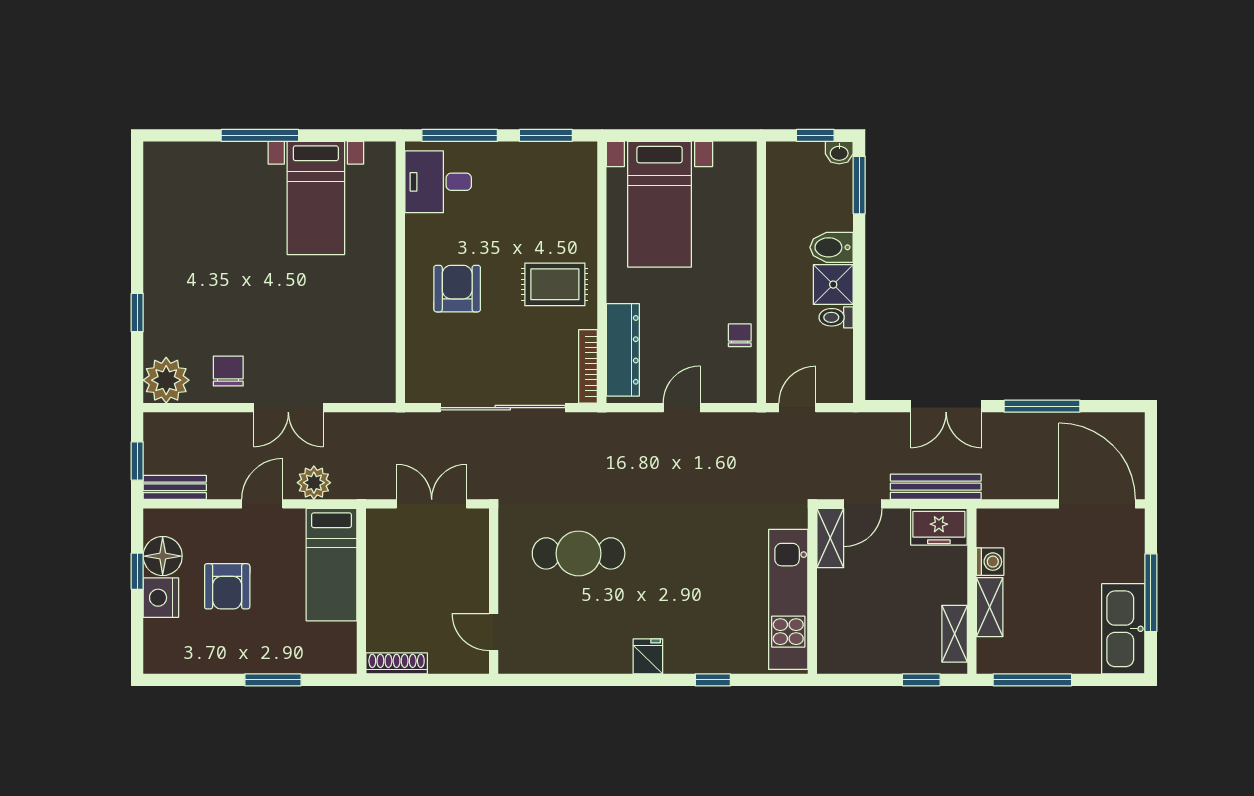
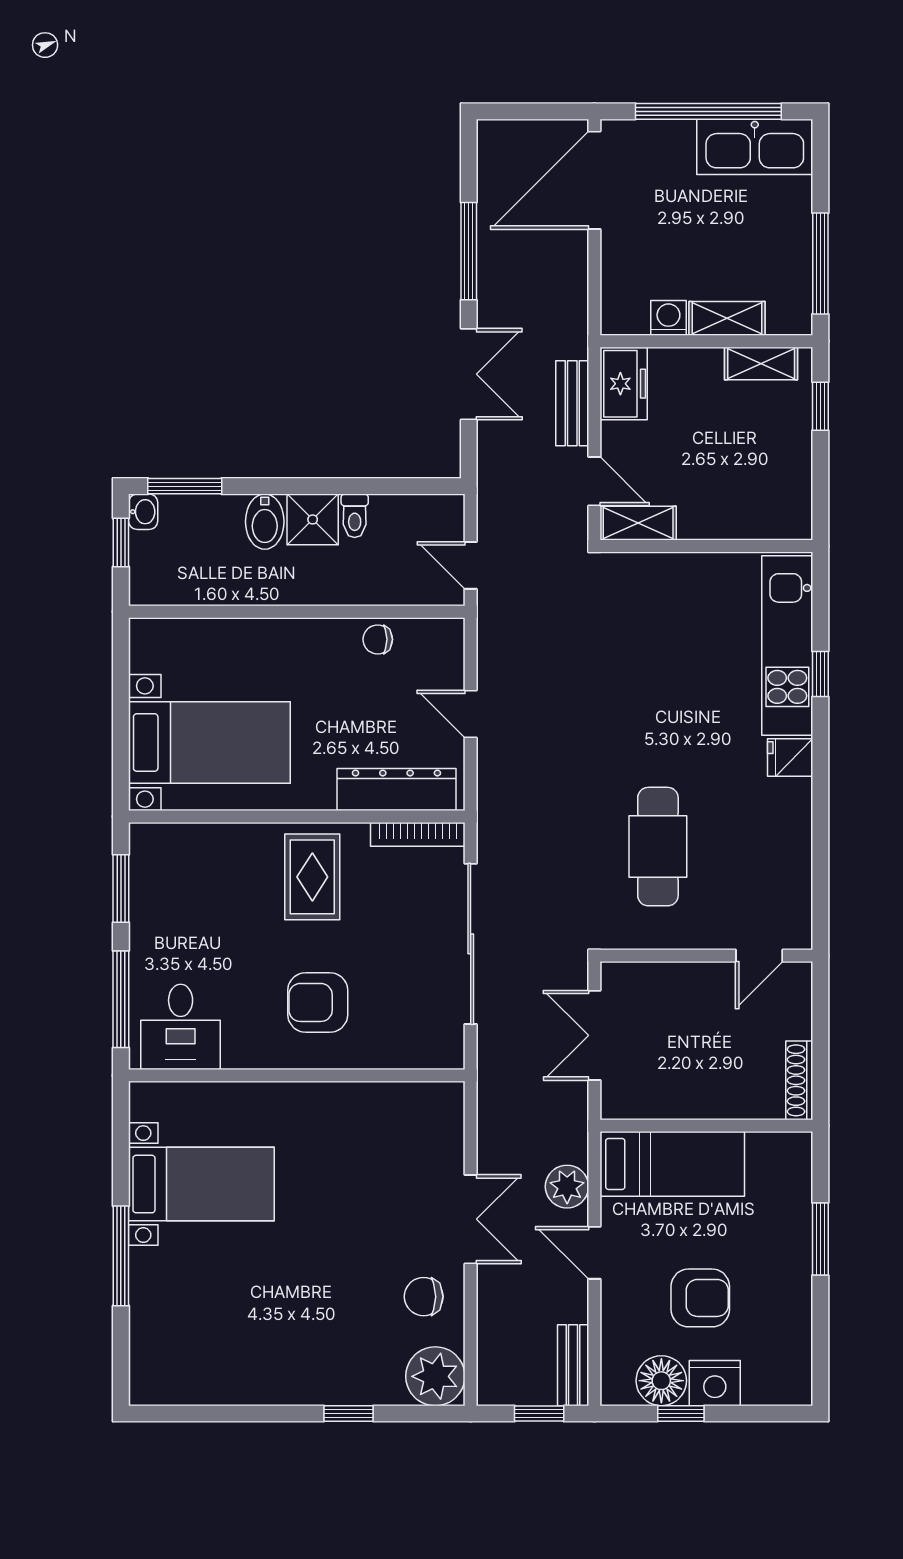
bench: (936, 487) -> (572, 403), width x0.73
window: (1151, 593) -> (708, 111), width x1.46
kitchen unit: (788, 599) -> (787, 646), moved, turned 90

